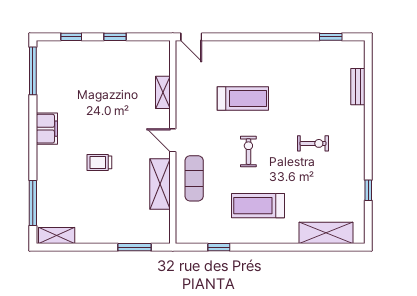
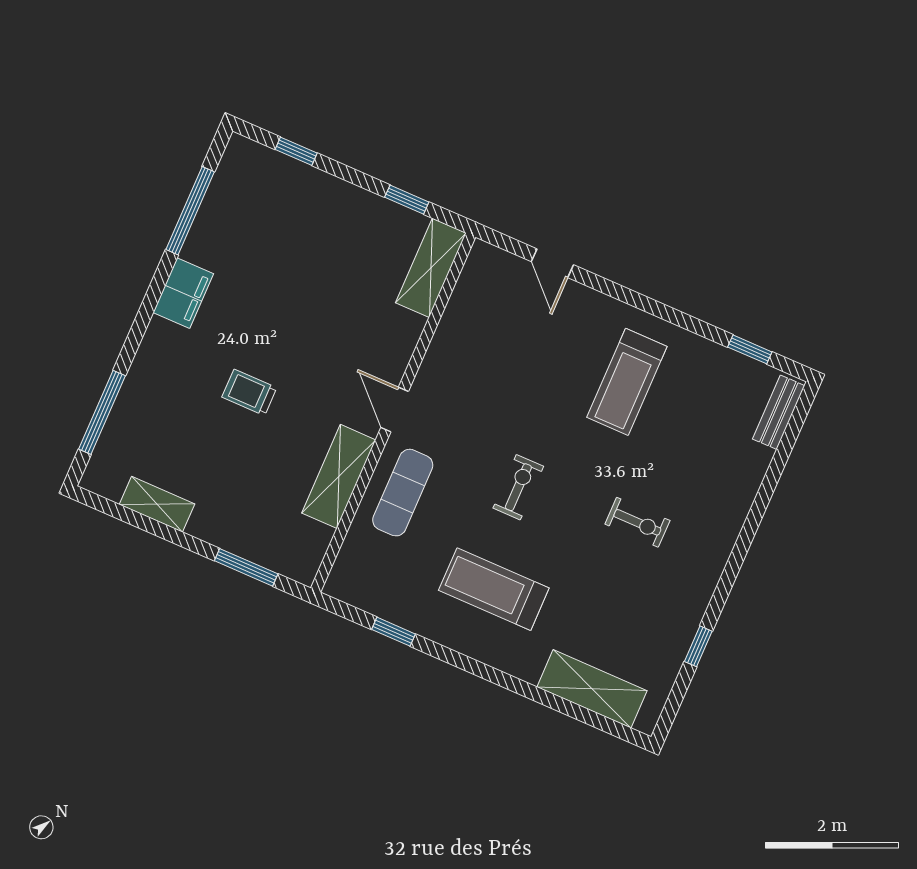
window: (115, 37) -> (407, 200), moved
door: (191, 37) -> (552, 263), moved
window: (33, 71) -> (190, 211), moved
bench: (358, 87) -> (779, 412), moved
shelving: (163, 92) -> (431, 268), moved, width x1.50, depth x1.33
treadmill: (243, 98) -> (627, 382), moved, turned 90
shelving: (57, 236) -> (157, 504), moved

